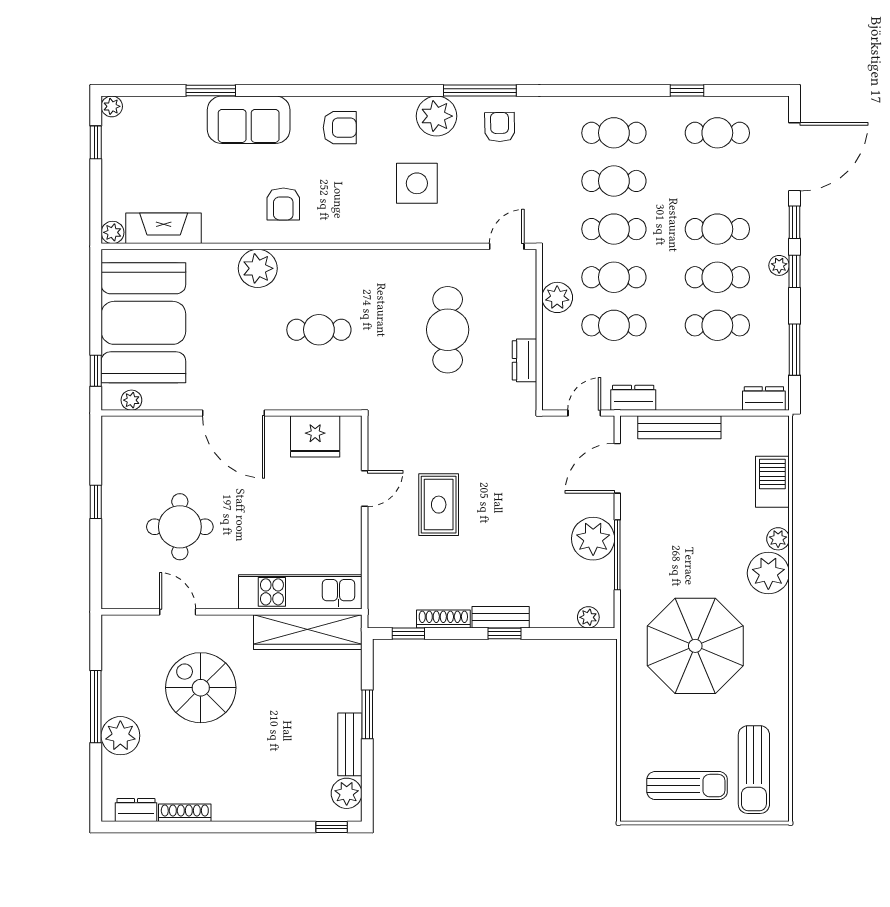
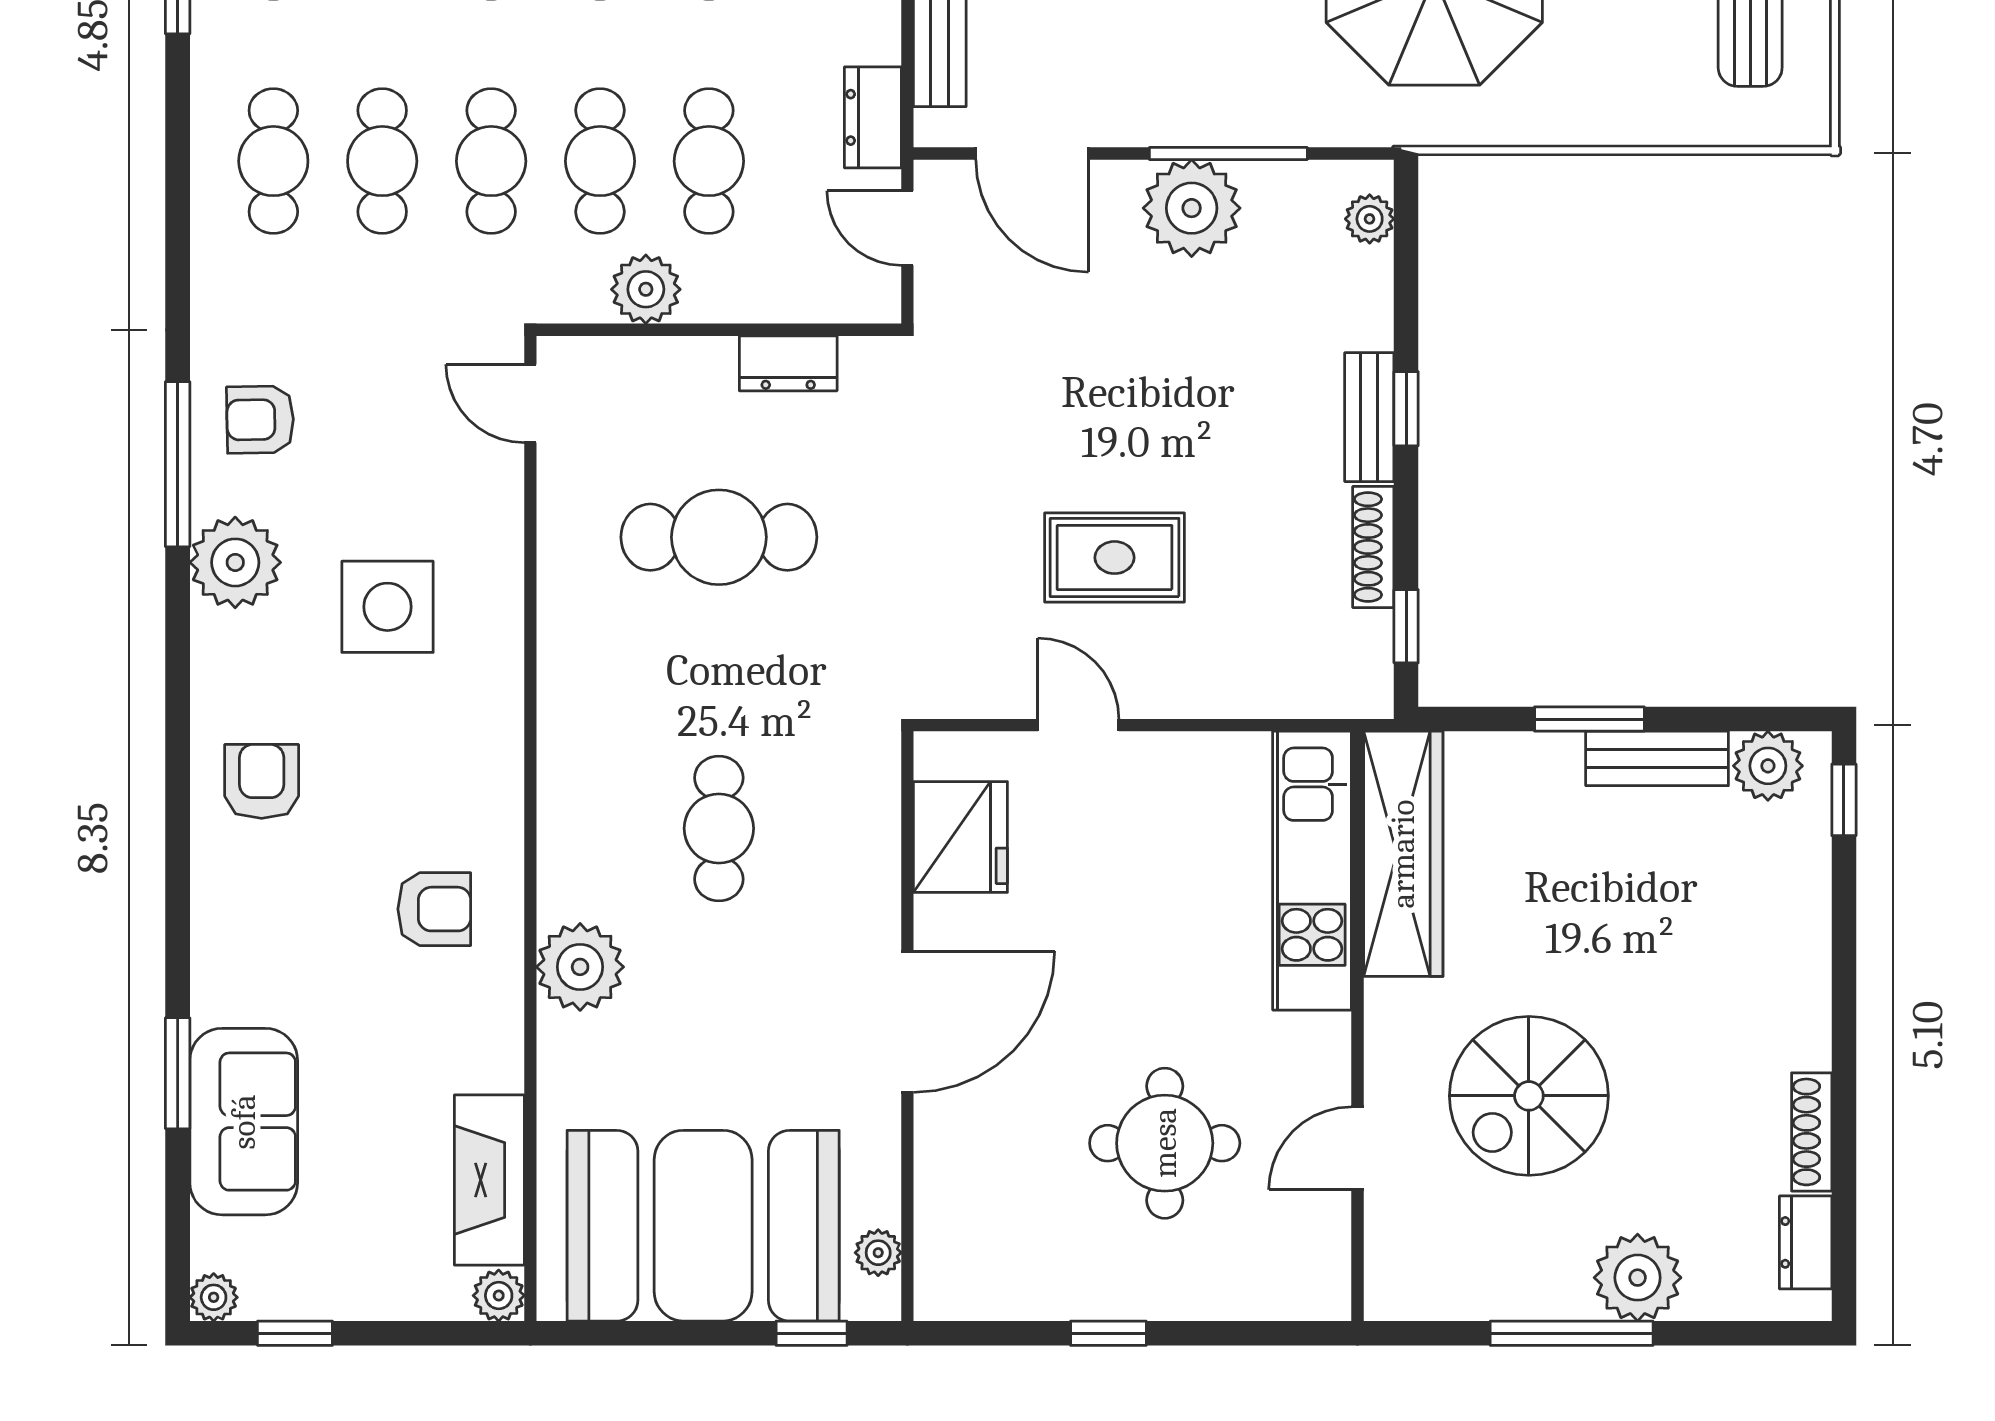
sofa: (249, 120) -> (244, 1122), moved

